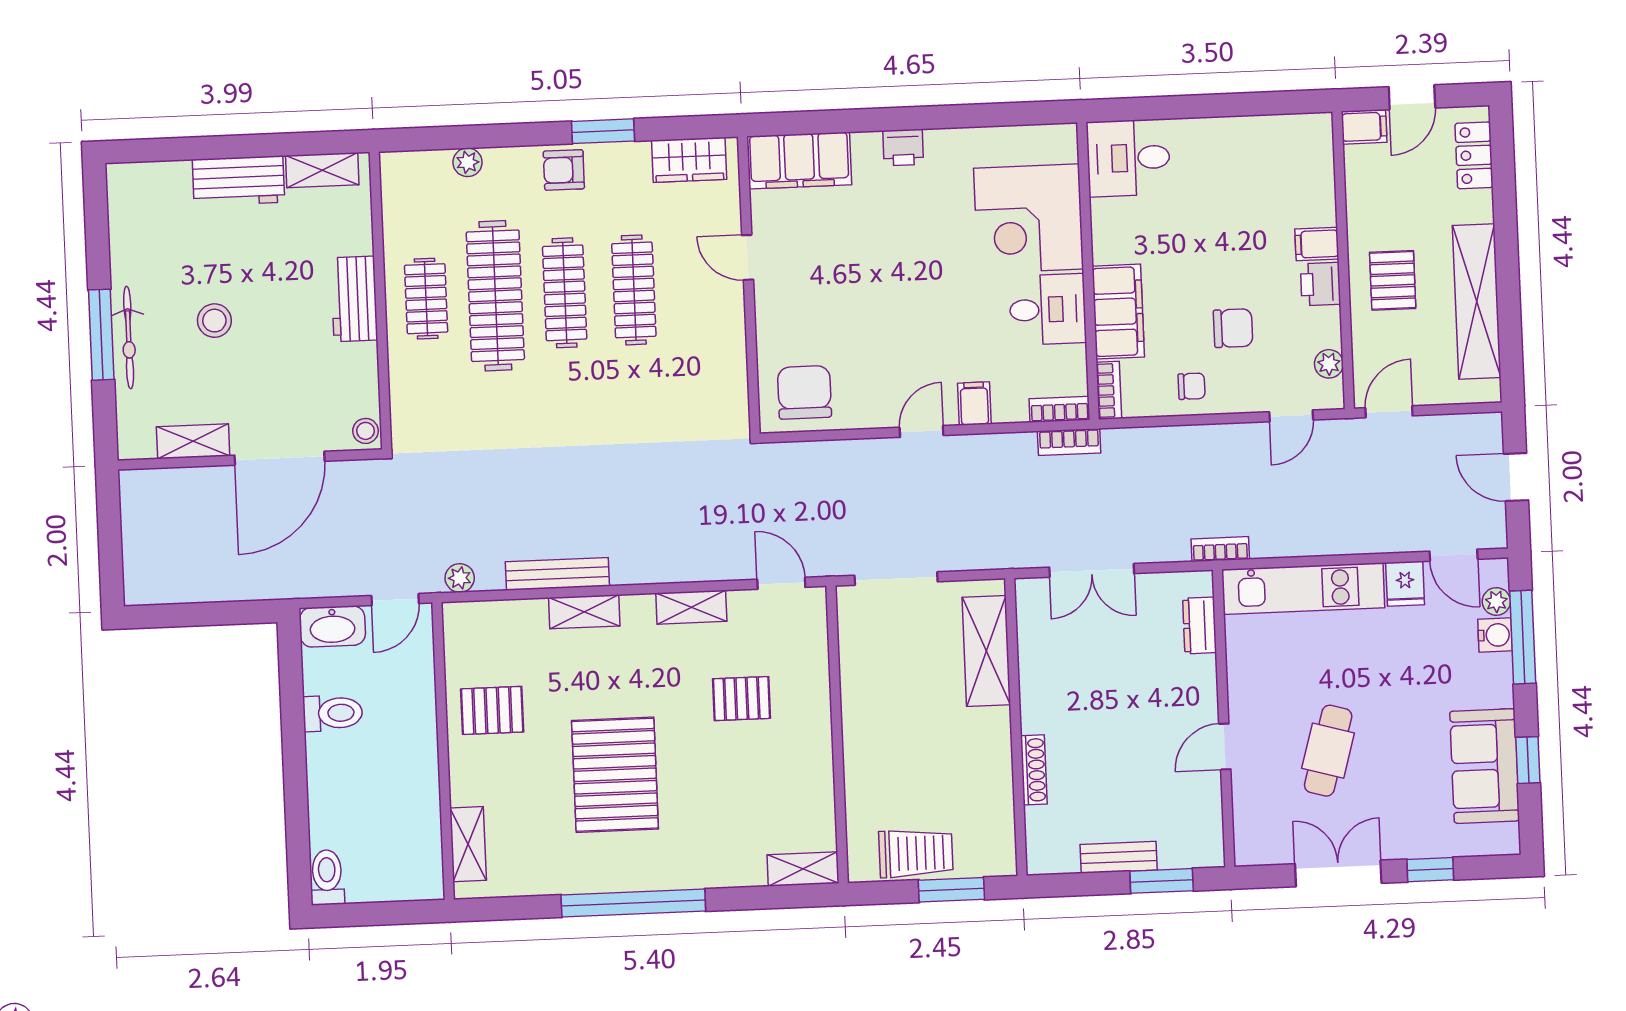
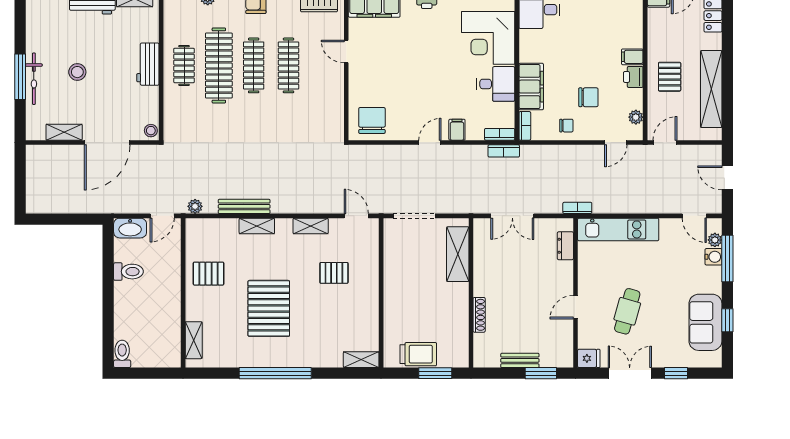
fridge: (1405, 584) -> (589, 358), moved, turned -90

